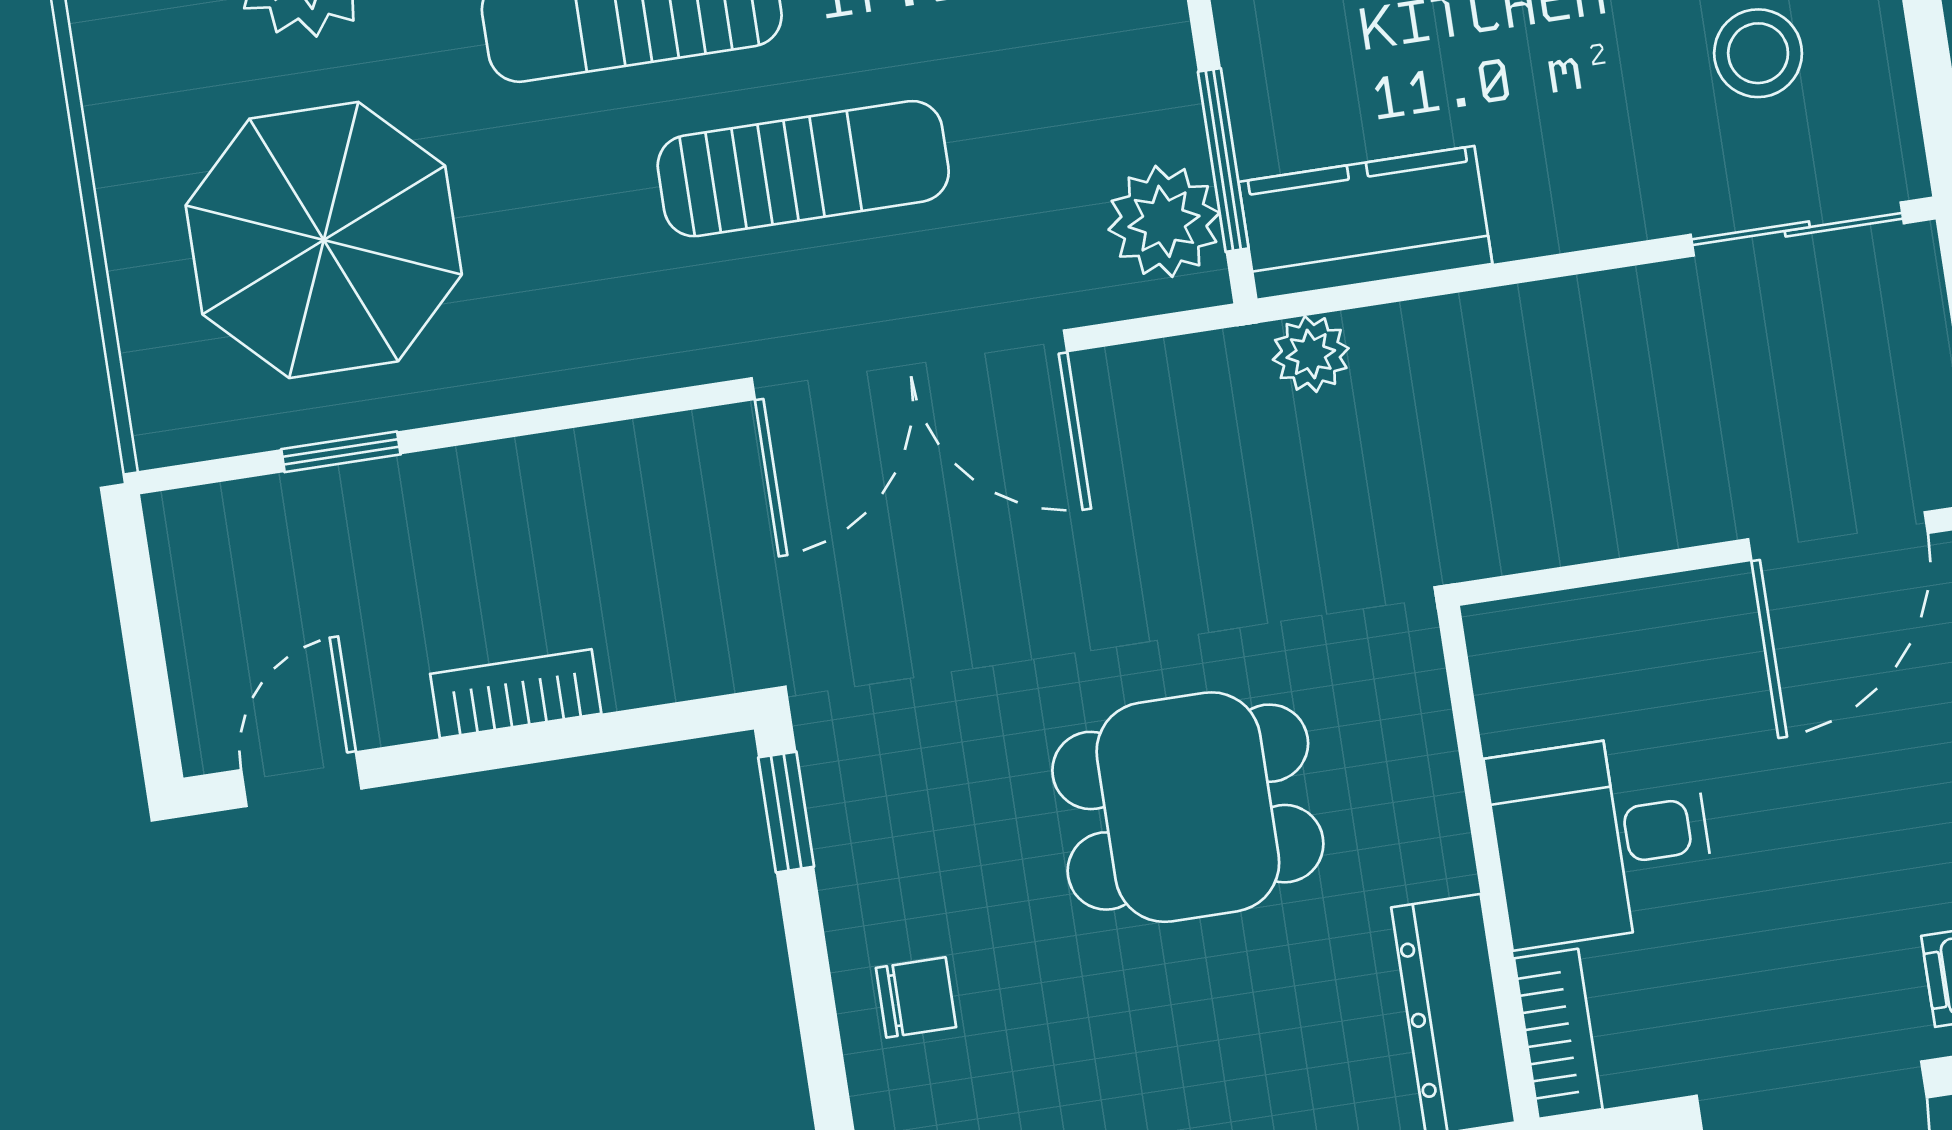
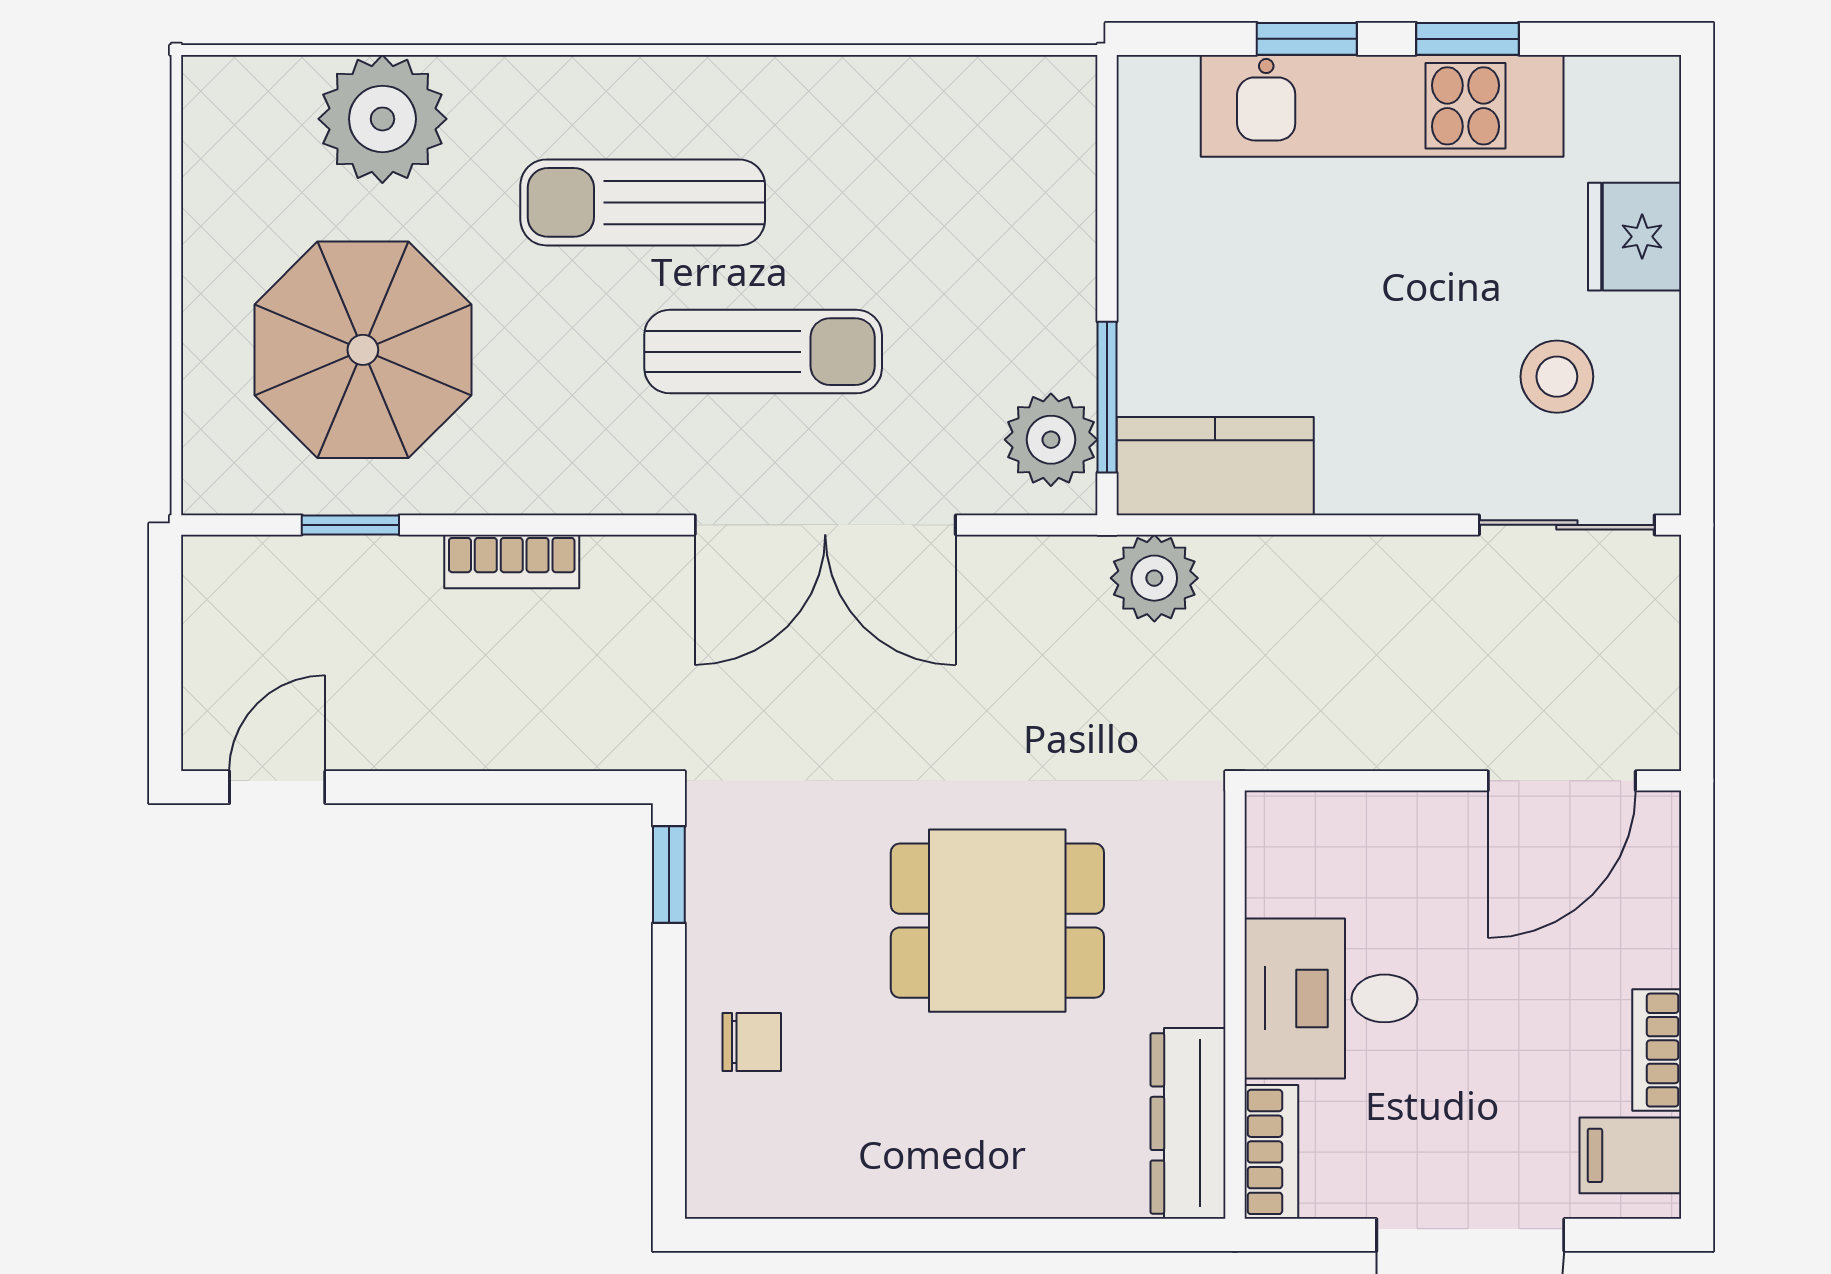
plant: (1311, 354) -> (1154, 578), width x1.38, depth x1.38
bookcase: (516, 694) -> (512, 562), moved, turned 180

